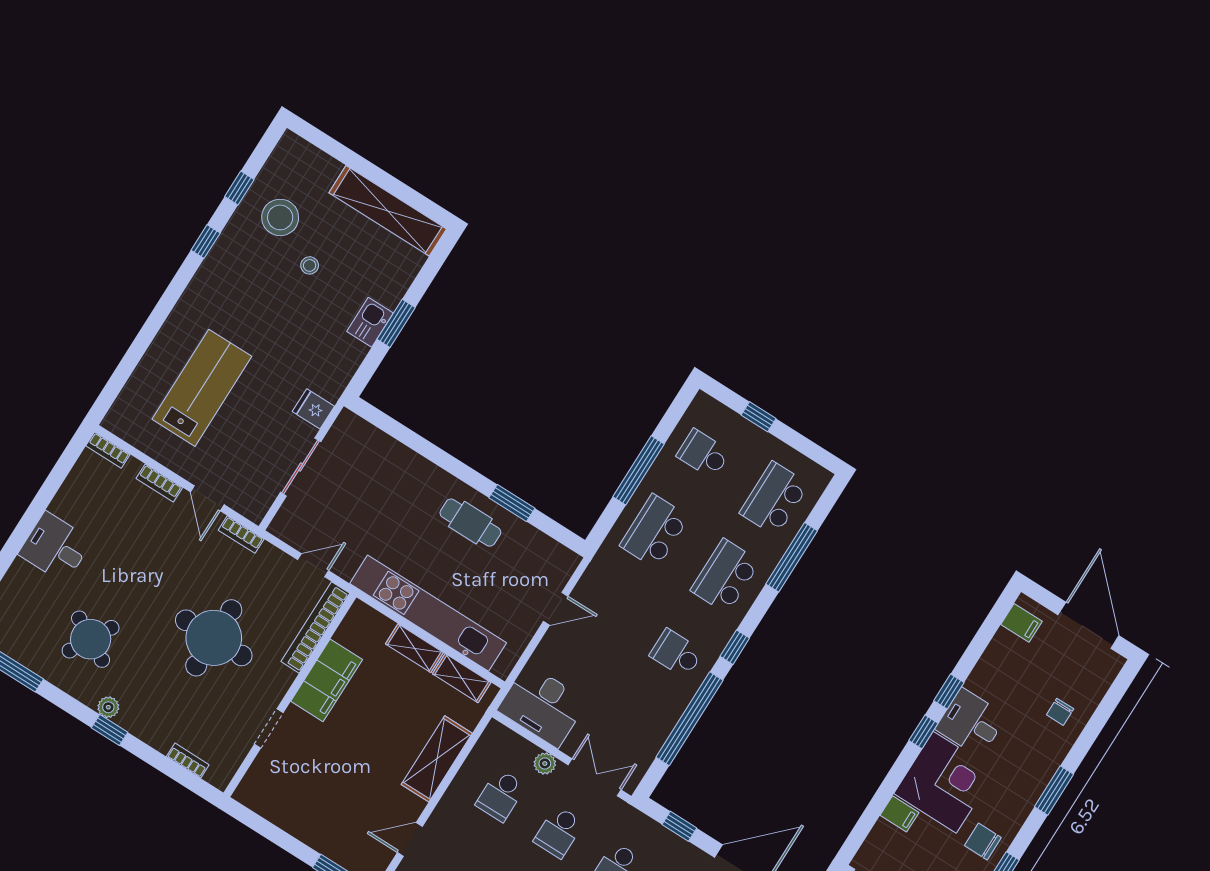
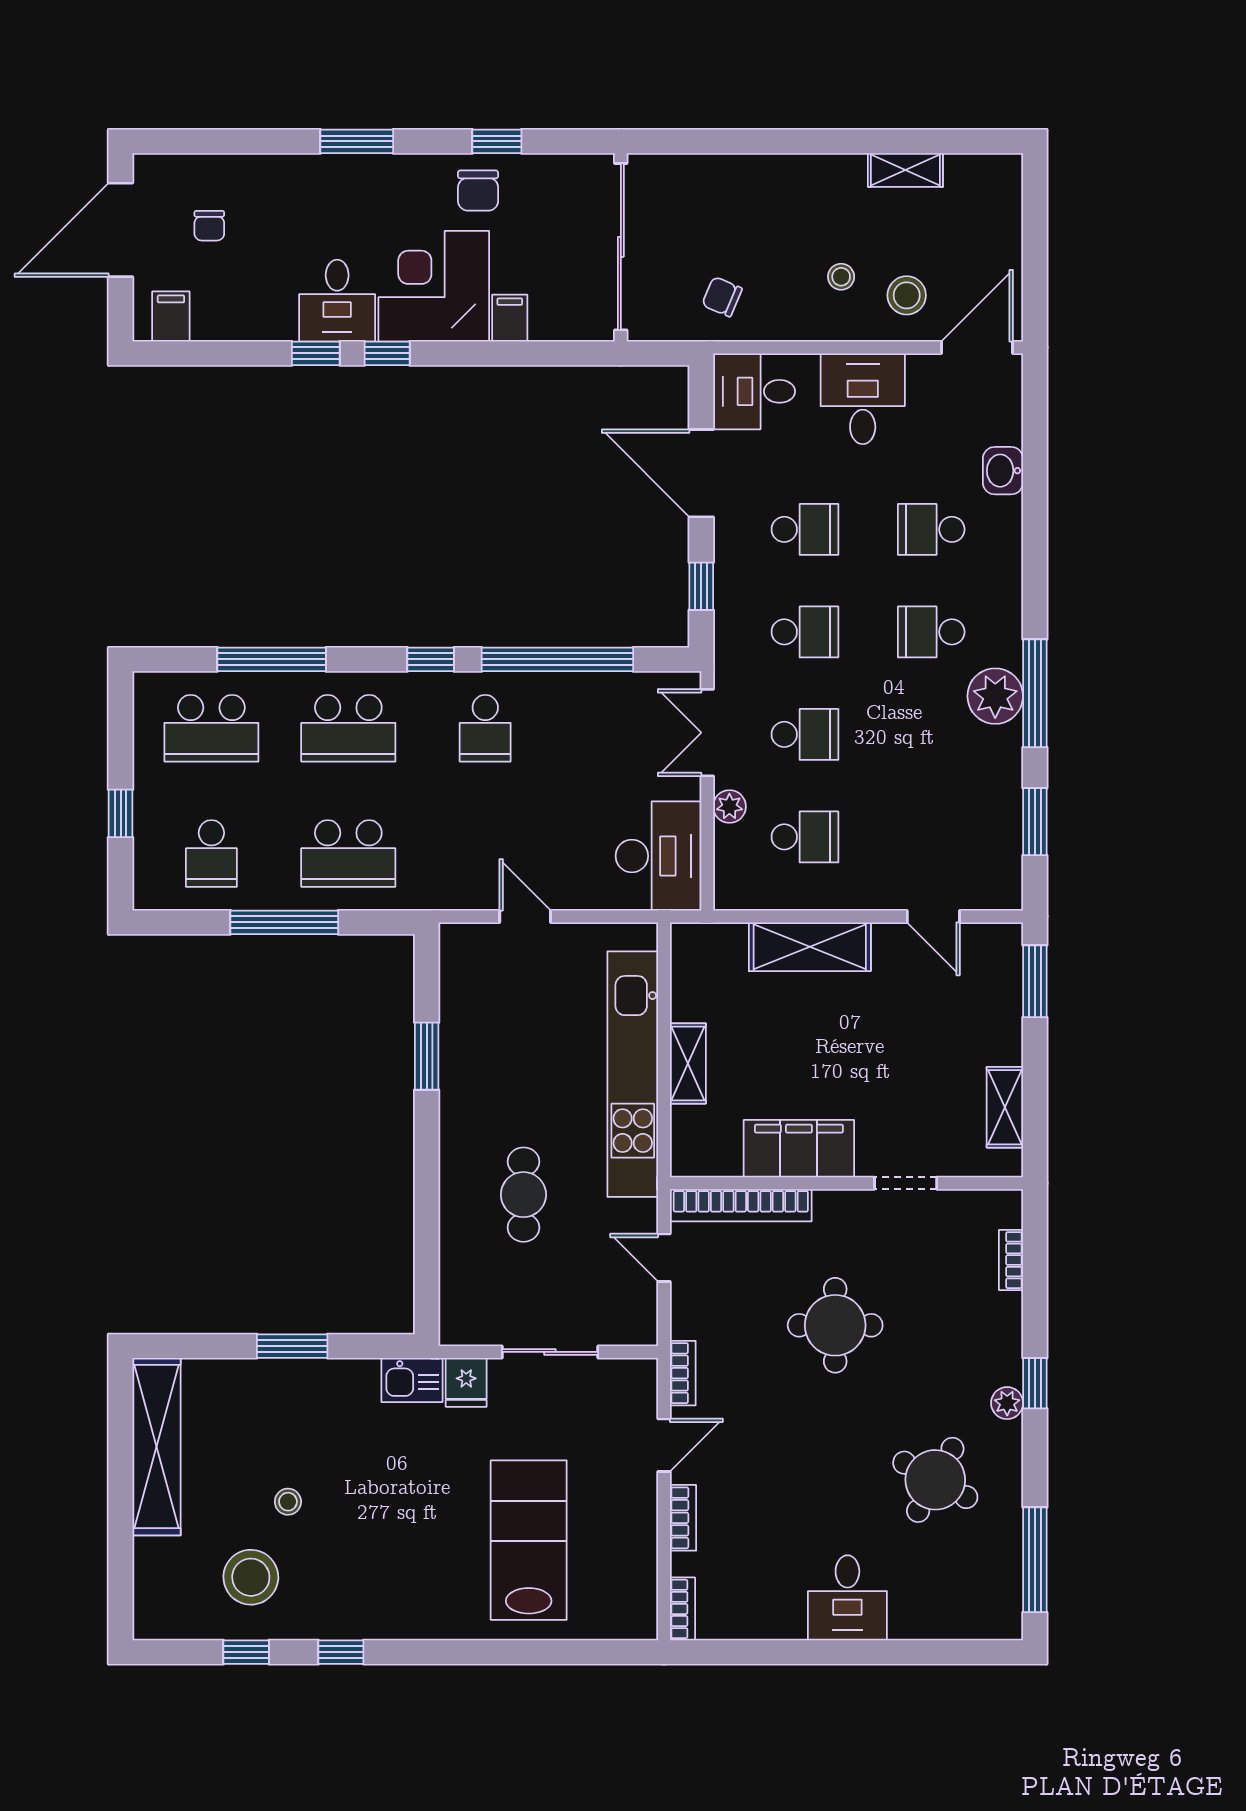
kitchen sink: (370, 322) -> (412, 1380), moved
lab bench: (202, 388) -> (529, 1540), turned 90
cafe table: (470, 523) -> (523, 1195), moved
round table: (214, 638) -> (835, 1325), width x0.73, depth x0.73
shelving: (462, 678) -> (1005, 1107), moved
chair: (1060, 712) -> (209, 226), moved, turned 90

